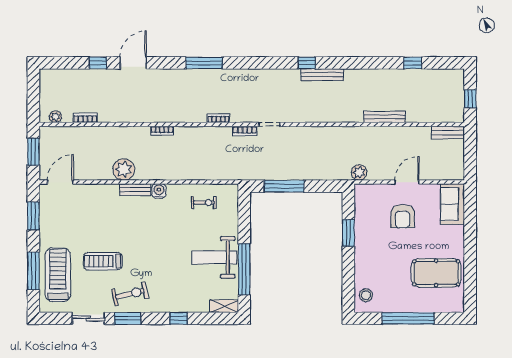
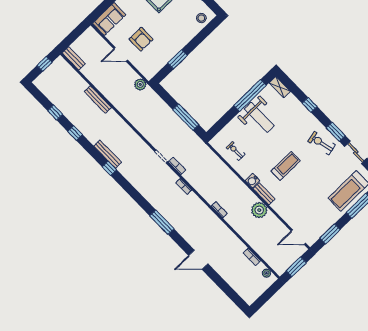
window: (98, 63) -> (75, 133), moved
armchair: (403, 216) -> (141, 39), turned 90
treadmill: (103, 261) -> (286, 166), moved, turned -90

